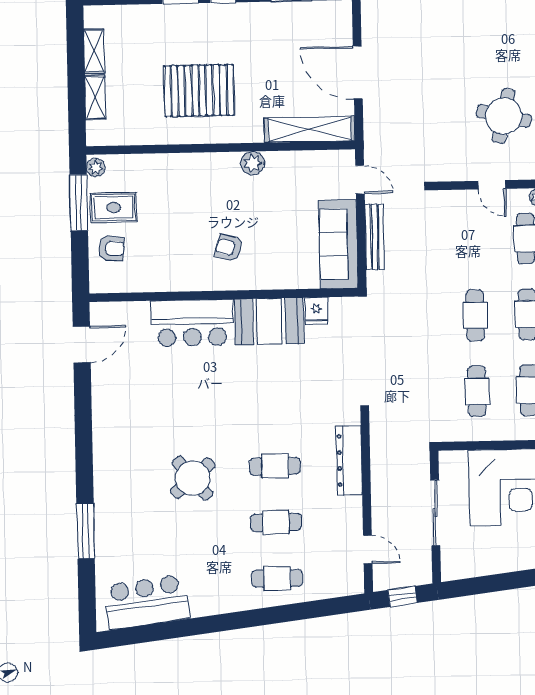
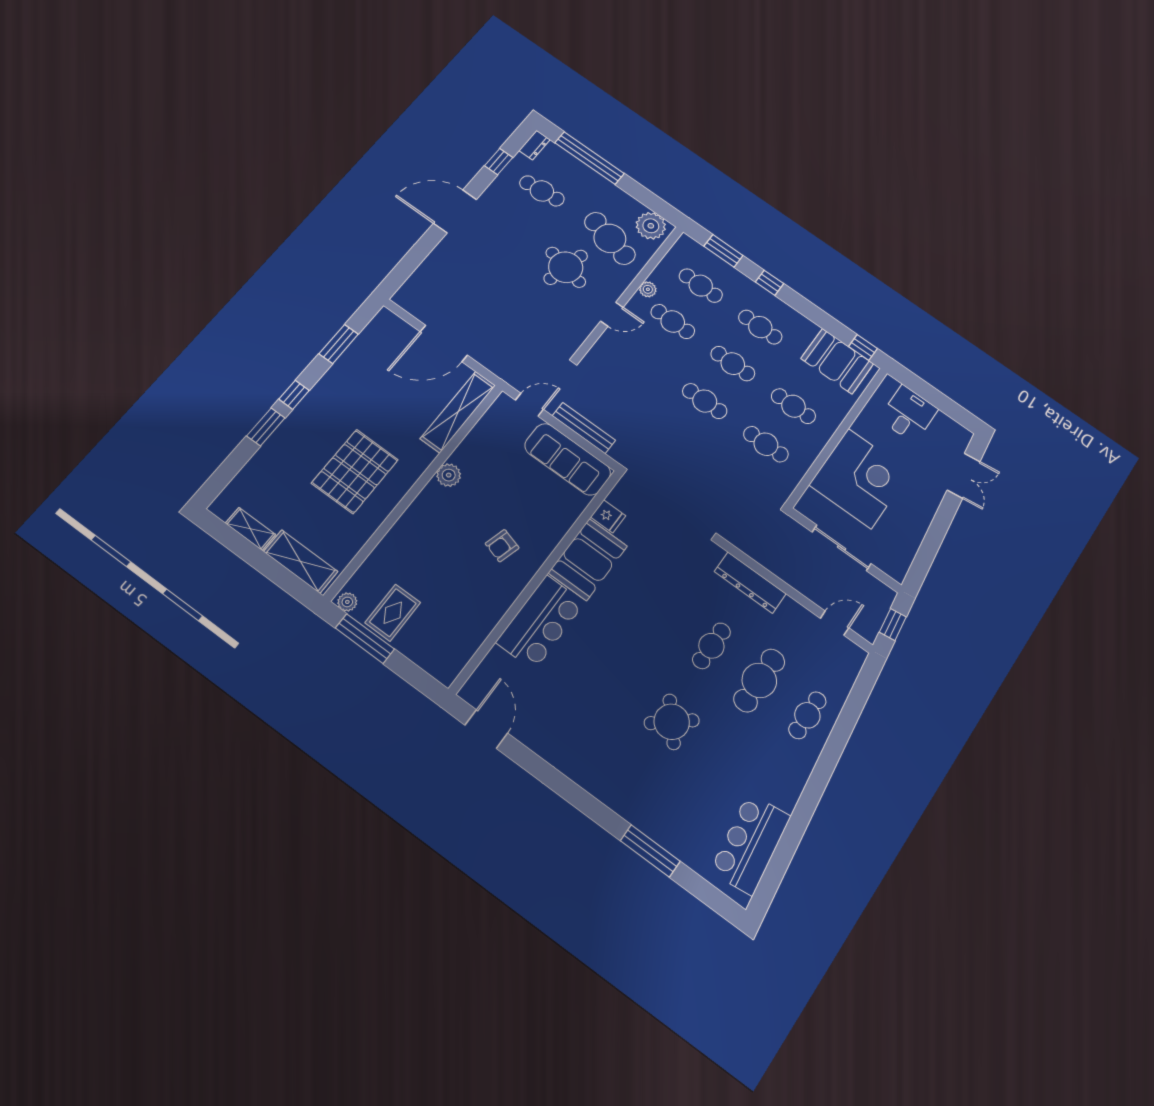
shelving: (95, 97) -> (301, 562), width x1.50, depth x1.33
armchair: (111, 248) -> (425, 641), removed
cafe table: (276, 522) -> (759, 680), width x1.37, depth x1.35

